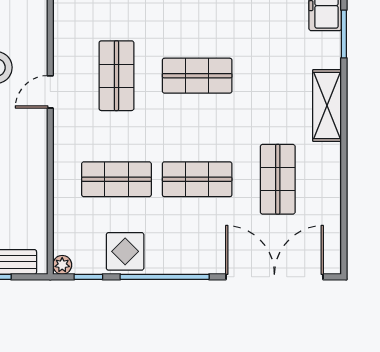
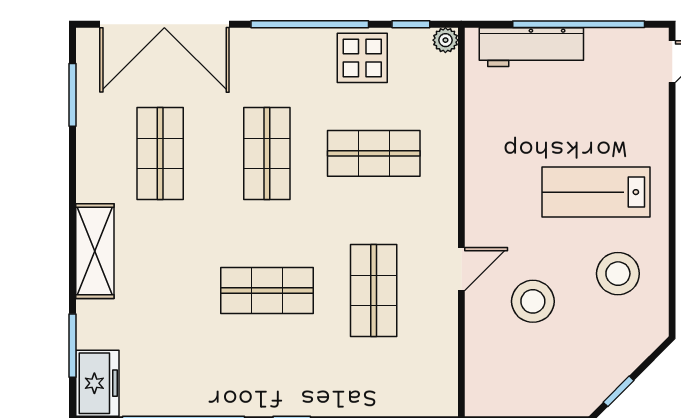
shop shelf: (197, 179) -> (267, 153), turned 90
window: (344, 223) -> (73, 95), added

